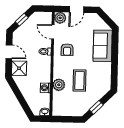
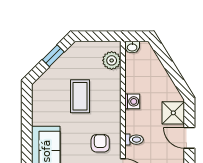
plant: (59, 85) -> (112, 60), moved
washing machine: (45, 88) -> (132, 101), moved

